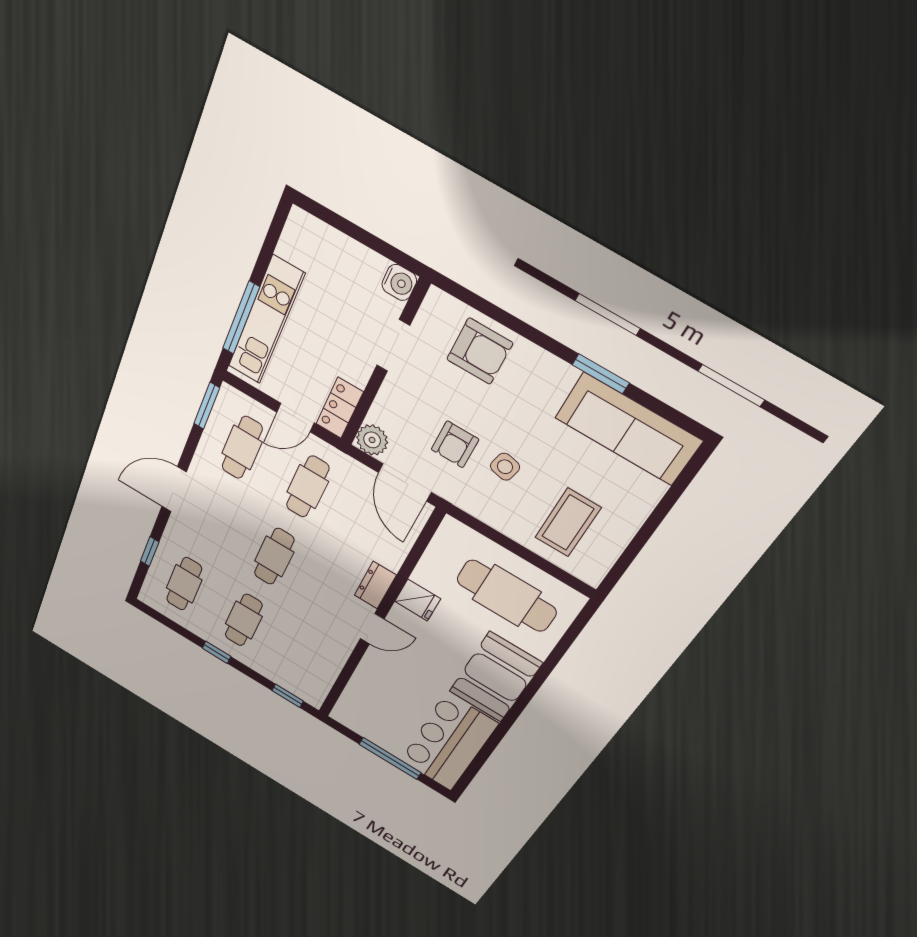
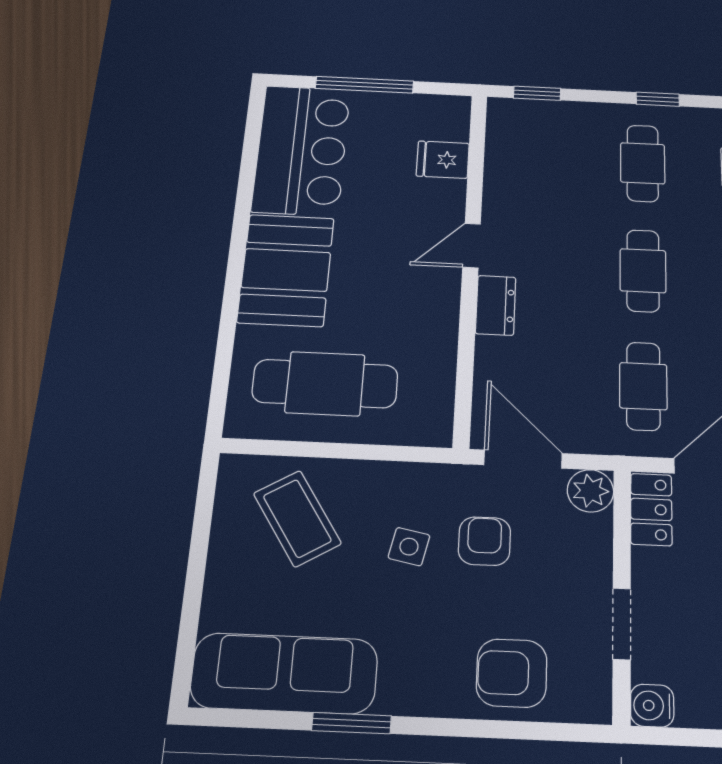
coffee table: (568, 523) -> (297, 518), turned -32
fridge: (418, 600) -> (443, 160), moved

